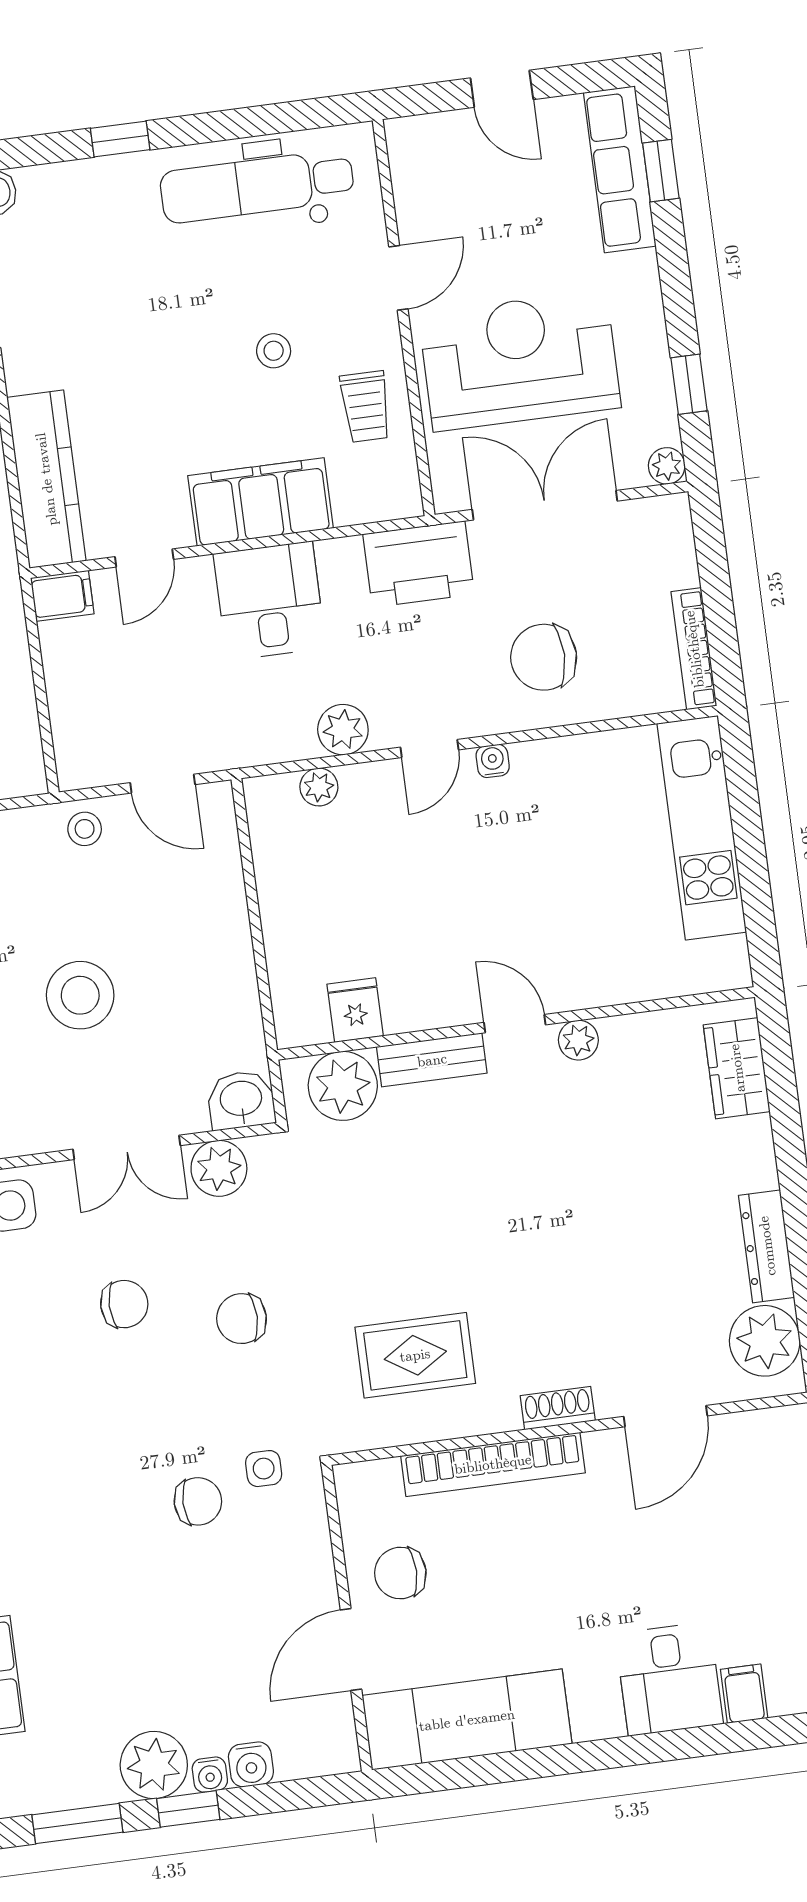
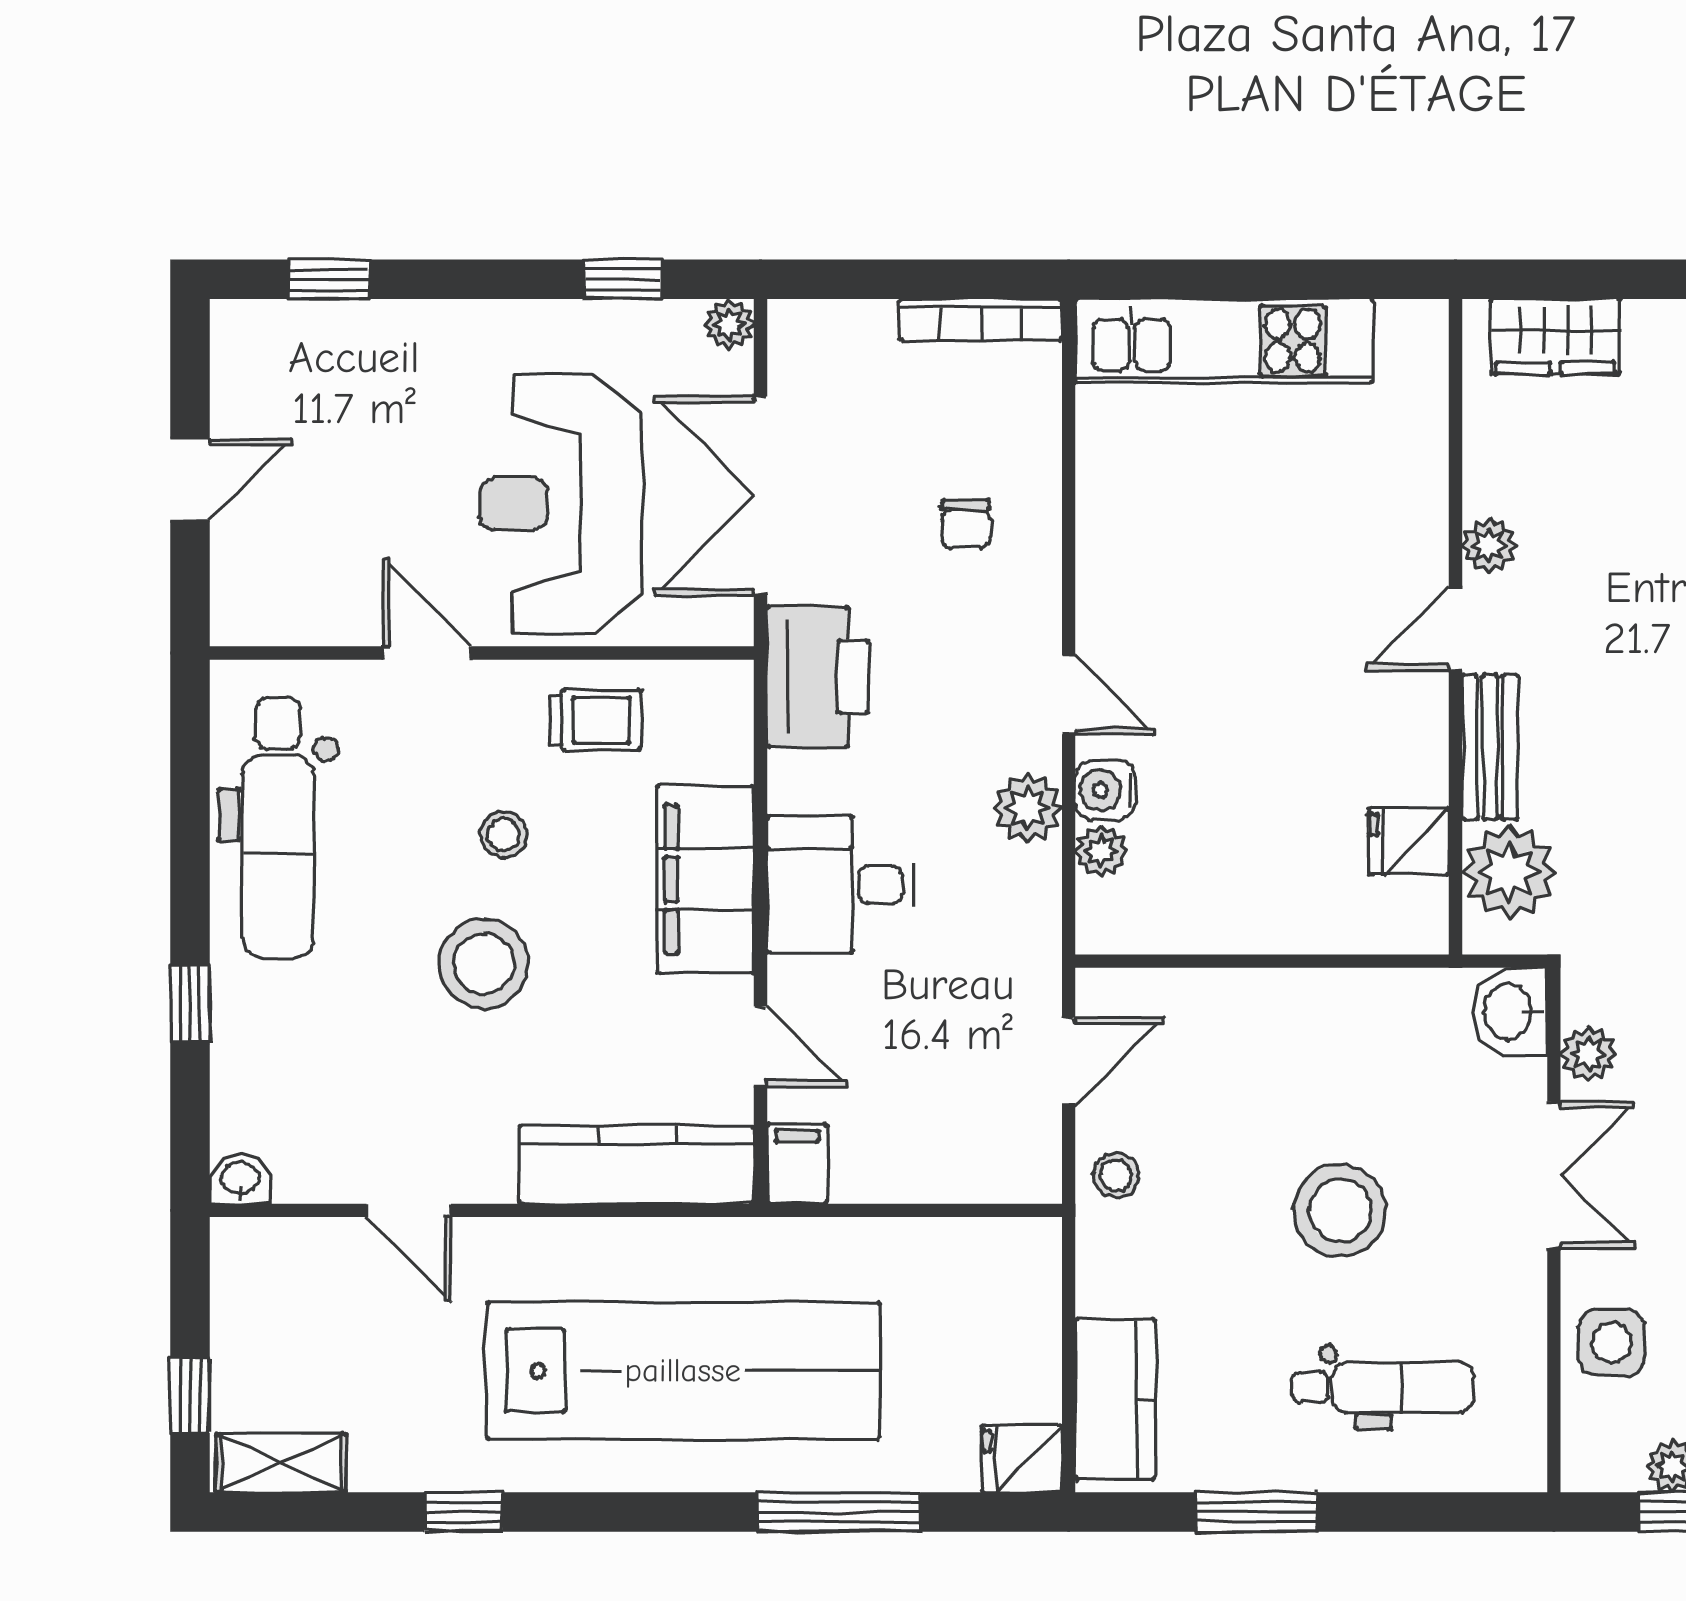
row of seats: (620, 169) -> (320, 335), removed
stool: (178, 349) -> (484, 964), added
chair: (544, 657) -> (966, 524), width x0.54, depth x0.54
water cooler: (493, 761) -> (1105, 790), moved, width x1.38, depth x1.38
plant: (219, 1168) -> (1588, 1054), width x0.73, depth x0.73

